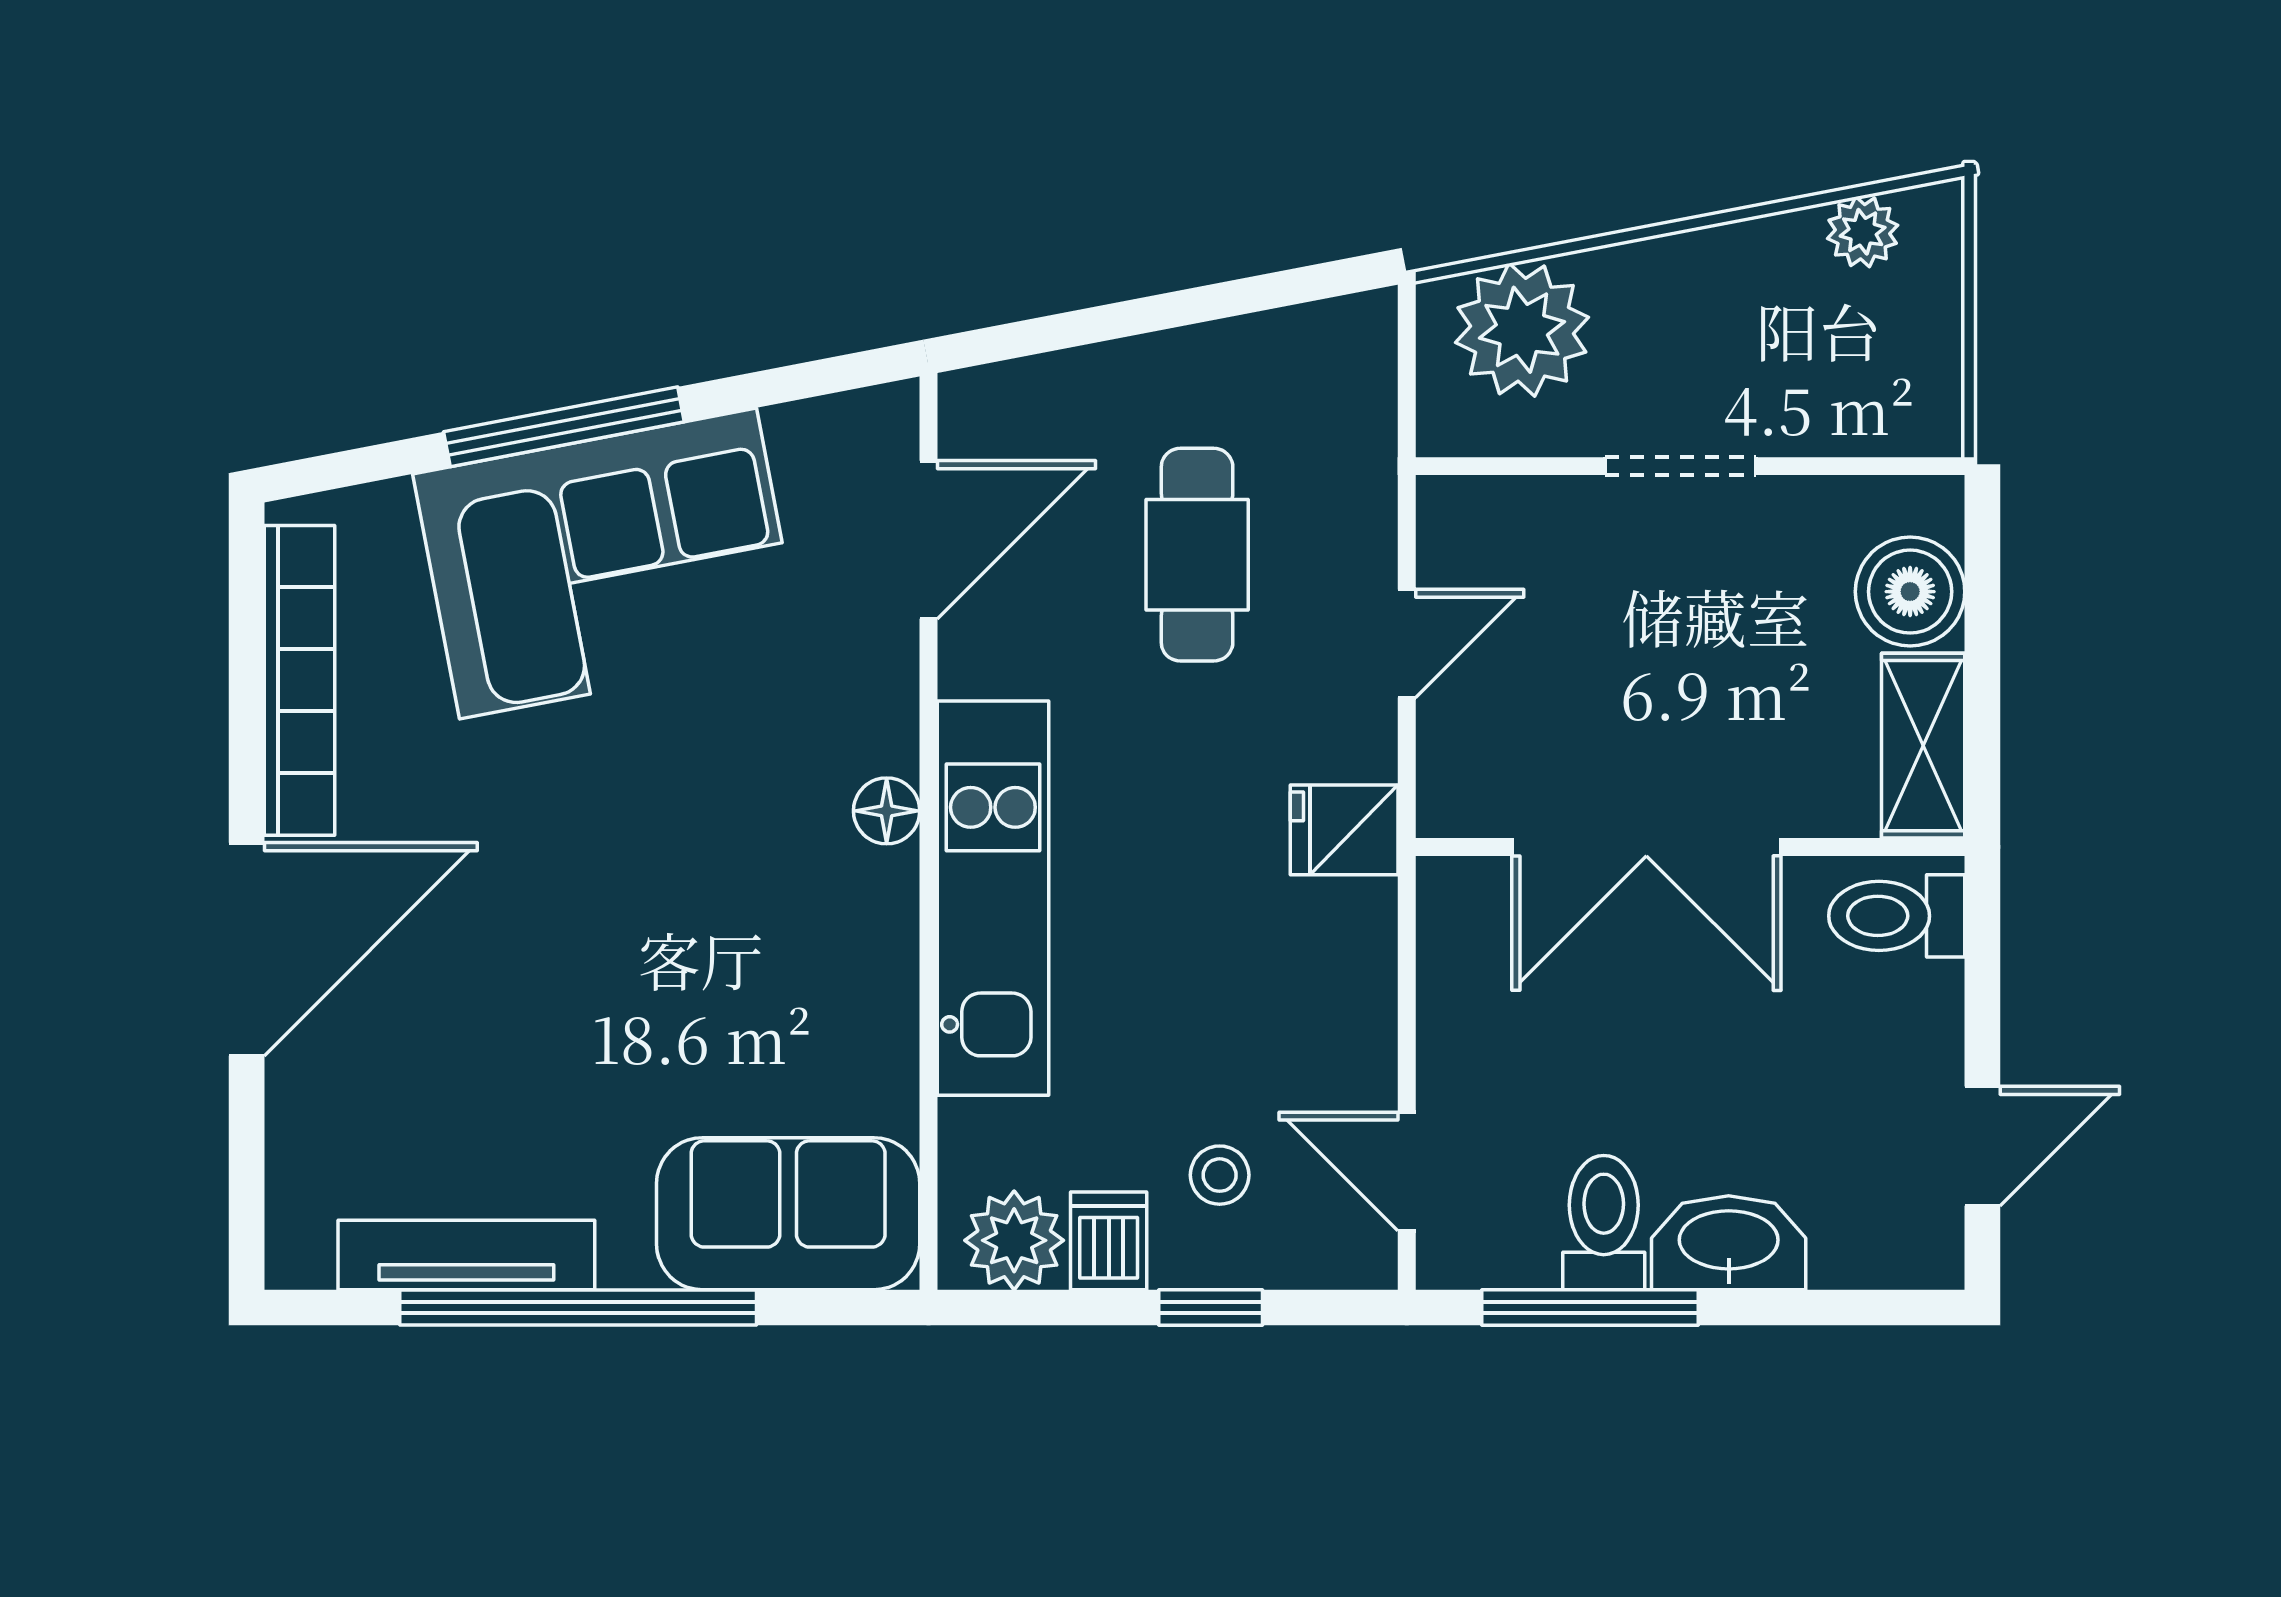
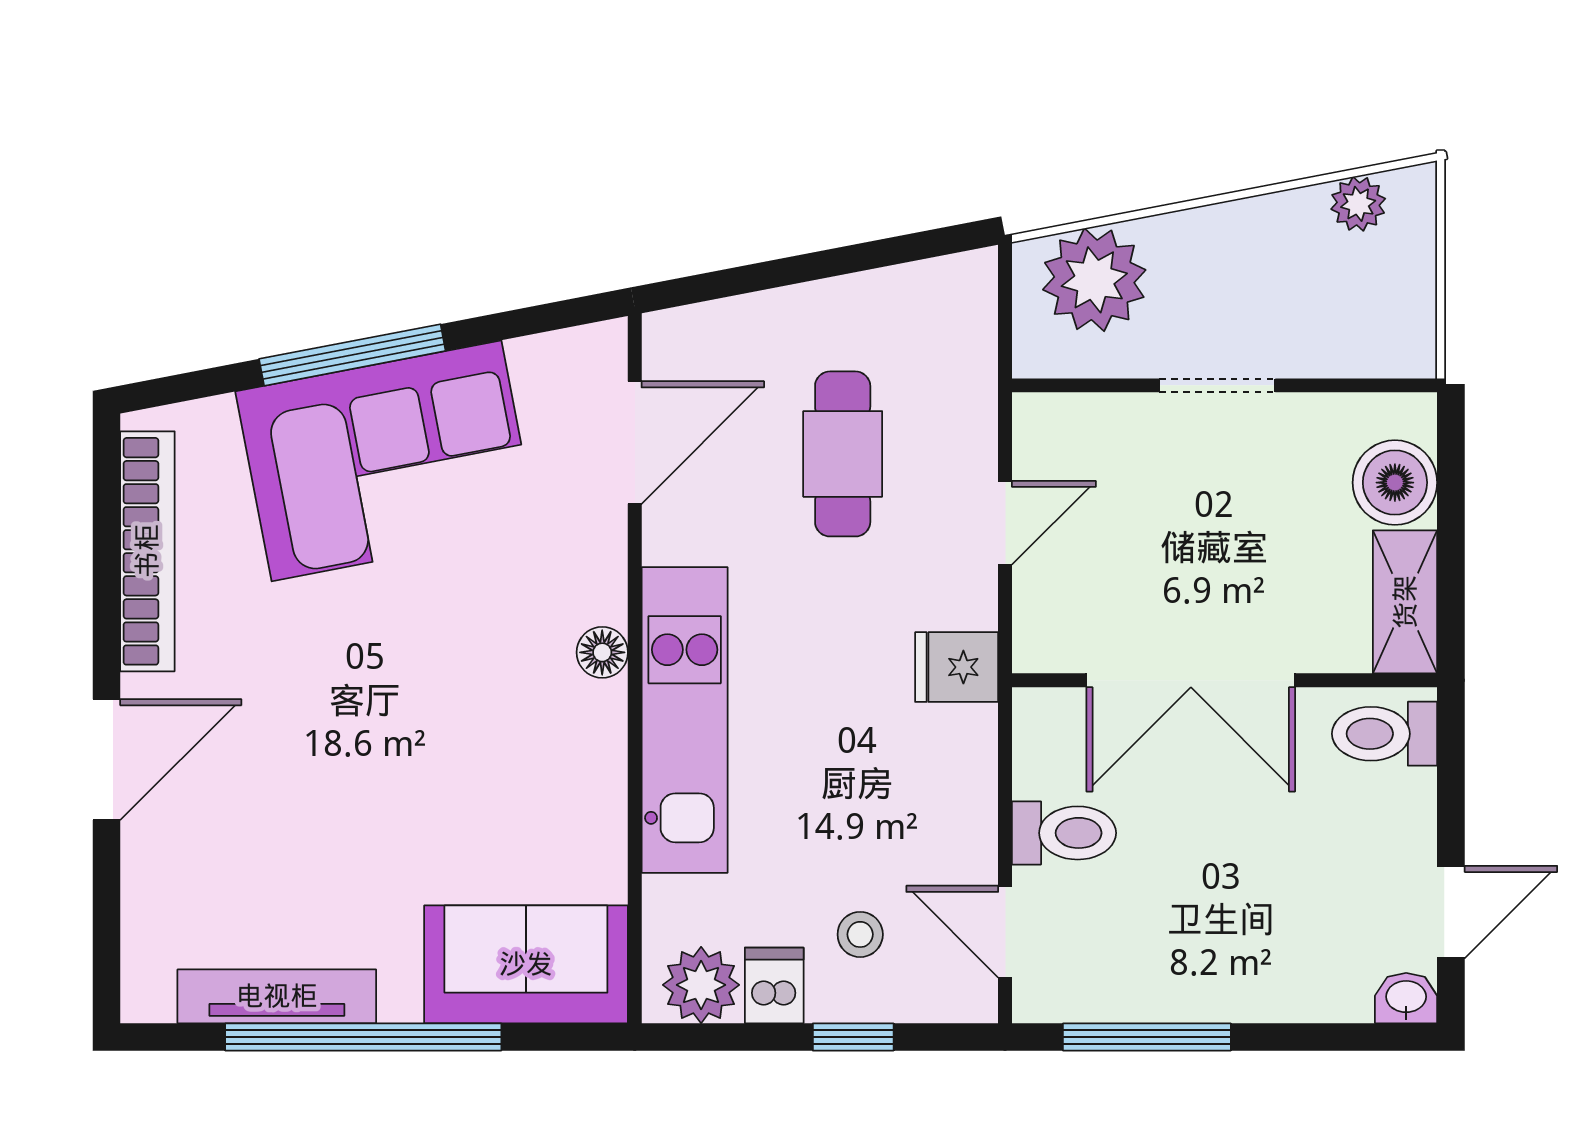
door: (247, 949) -> (107, 760), width x0.73
toilet: (1604, 1223) -> (1064, 833), moved, turned 90
washbasin: (1729, 1243) -> (1406, 998), moved, width x0.52, depth x0.69

